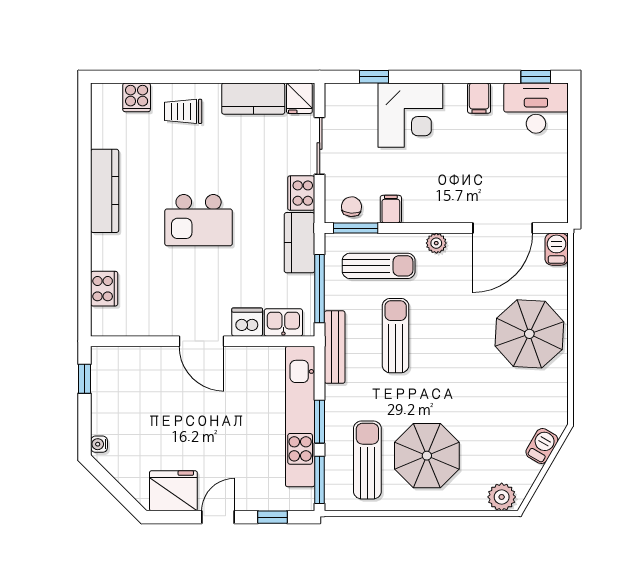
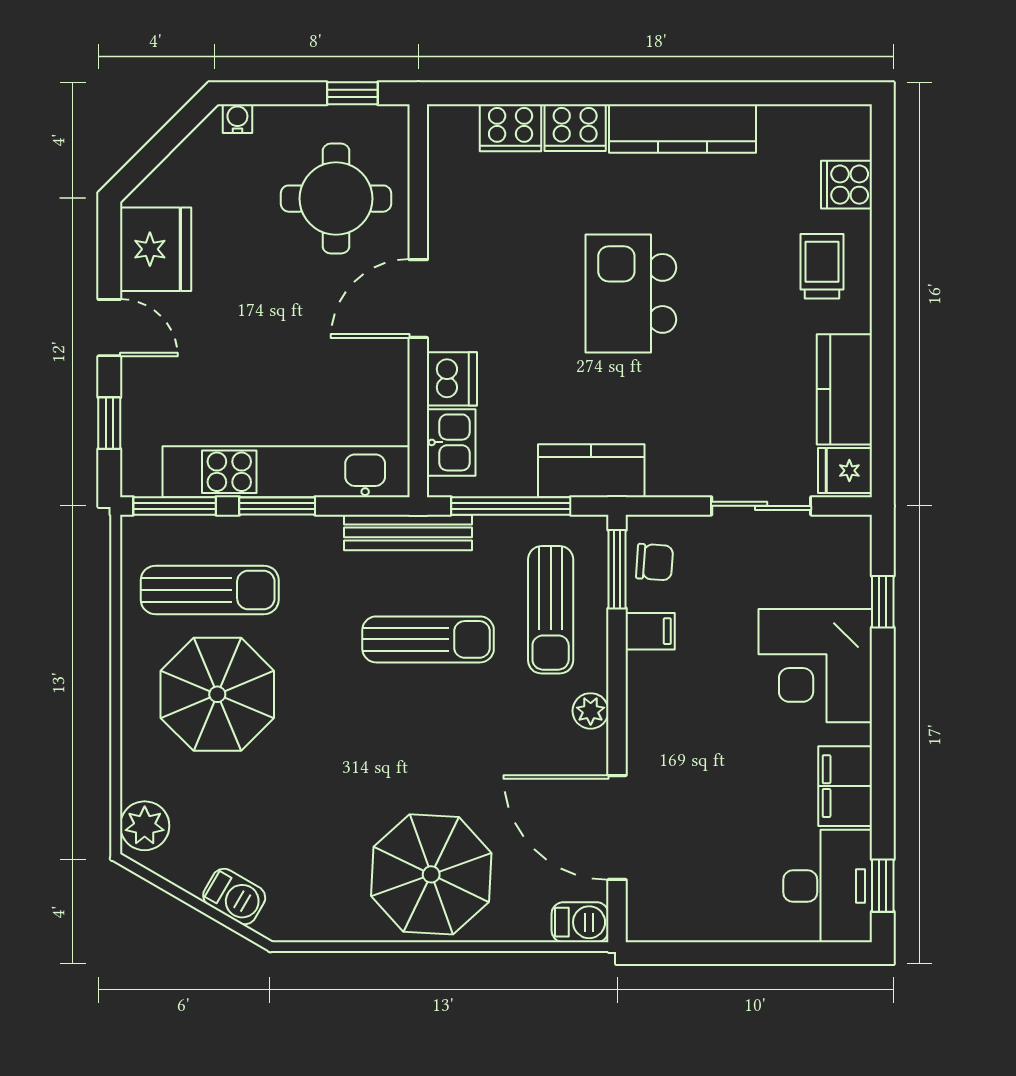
filing cabinet: (479, 98) -> (845, 786), width x2.00
cooker: (301, 193) -> (575, 128), moved, turned 180
round table: (145, 388) -> (336, 199), added

